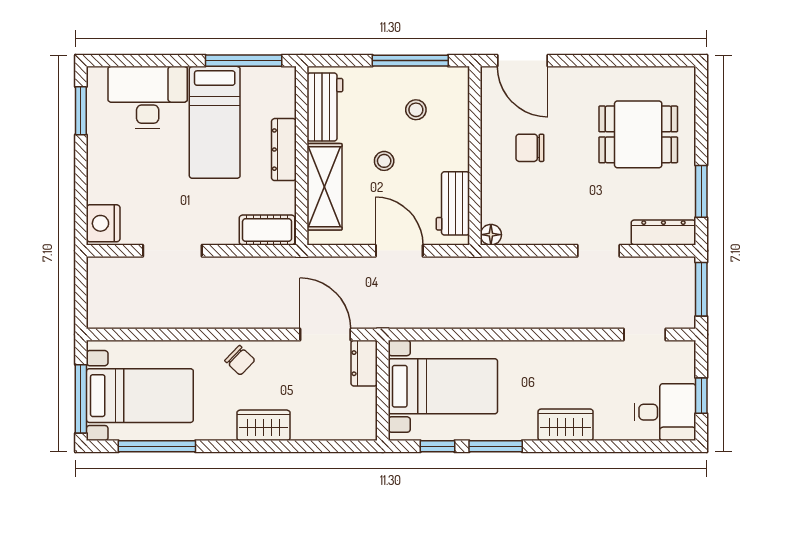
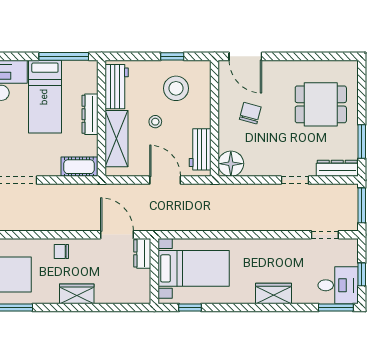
window: (410, 61) -> (172, 56), width x0.46
stool: (416, 110) -> (176, 88), width x1.89, depth x1.89
chair: (530, 148) -> (250, 113), turned 105
floor lamp: (491, 235) -> (231, 164), width x1.89, depth x1.89
chair: (240, 360) -> (61, 252), turned 136
window: (496, 446) -> (336, 307), moved

